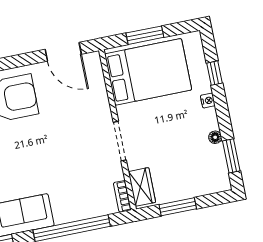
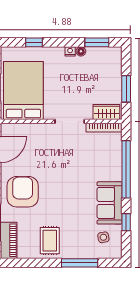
nightstand: (208, 101) -> (70, 51), moved
bookcase: (122, 196) -> (104, 128), width x1.56

